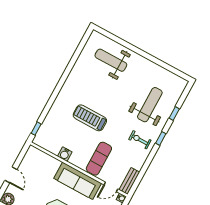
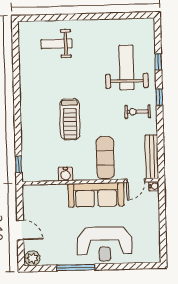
weight bench: (111, 60) -> (56, 44), width x0.73, depth x0.75
treadmill: (90, 118) -> (70, 119), turned -90
bench: (129, 181) -> (152, 157), width x1.36

